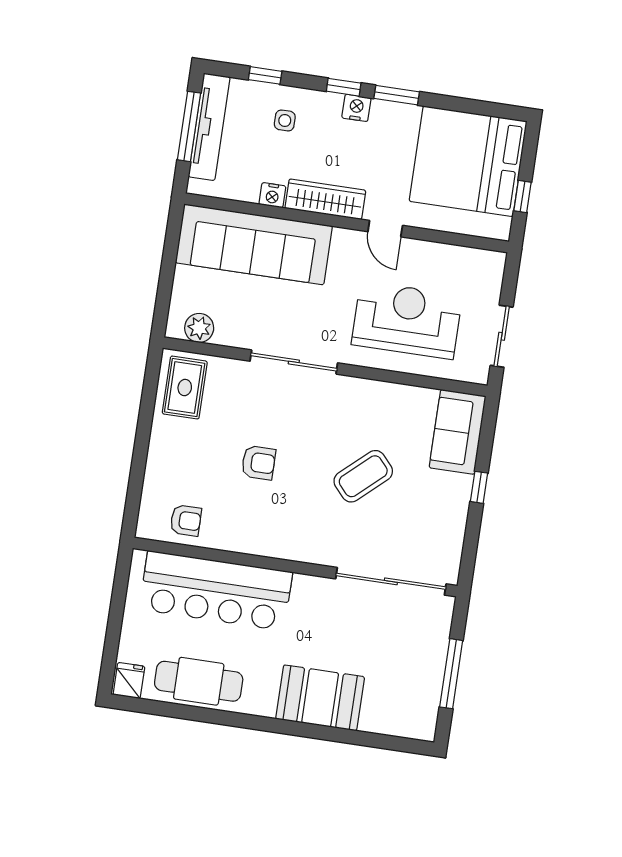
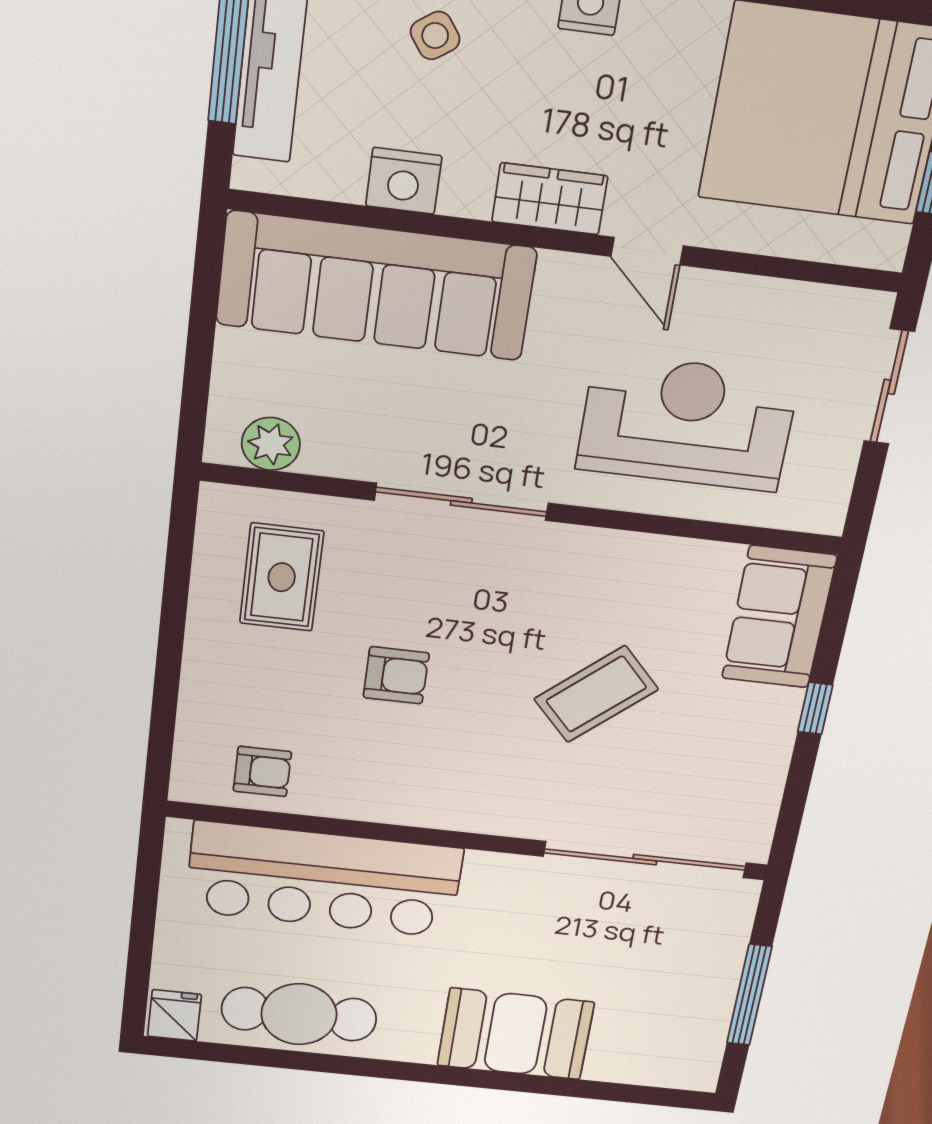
side table: (285, 120) -> (435, 36), turned -35
nightstand: (272, 195) -> (404, 181), width x1.36, depth x1.33
wardrobe: (325, 199) -> (550, 199), width x0.67
sliding door: (502, 336) -> (889, 387), moved
rug: (185, 388) -> (282, 577), moved

